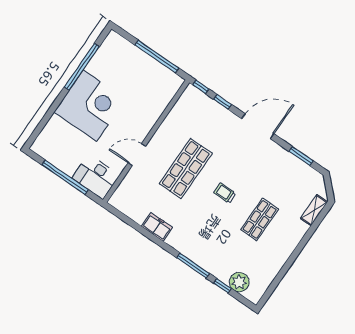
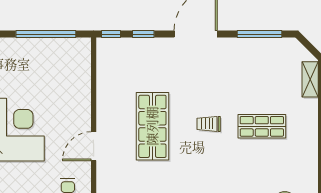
window: (301, 156) -> (259, 34), width x1.44
shop shelf: (260, 219) -> (262, 126), turned 90

